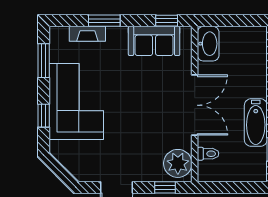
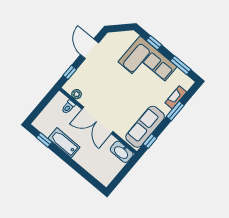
sofa: (154, 41) -> (145, 127), width x1.36
plant: (178, 163) -> (77, 94), width x0.53, depth x0.53

